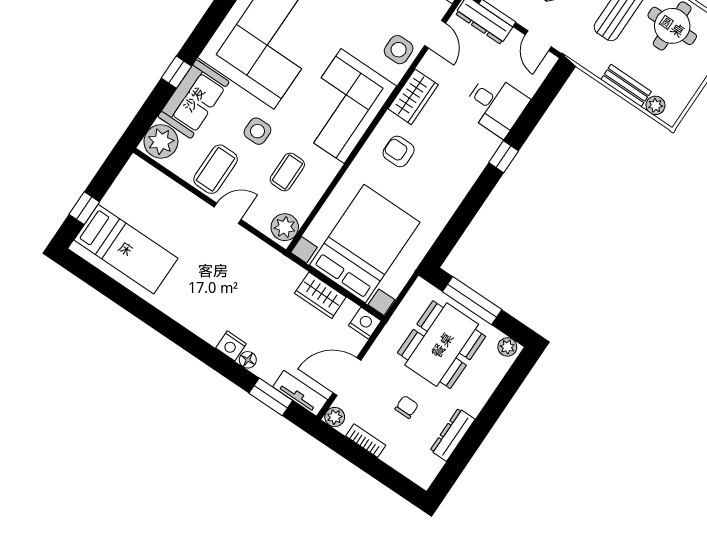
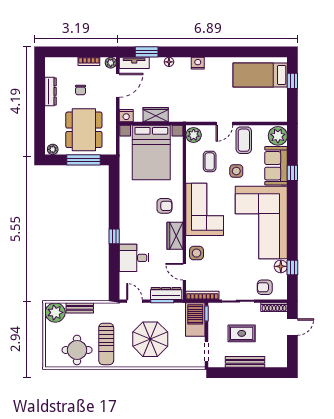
plant: (655, 105) -> (55, 312), width x1.87, depth x1.87
nightstand: (231, 346) -> (198, 63), moved

